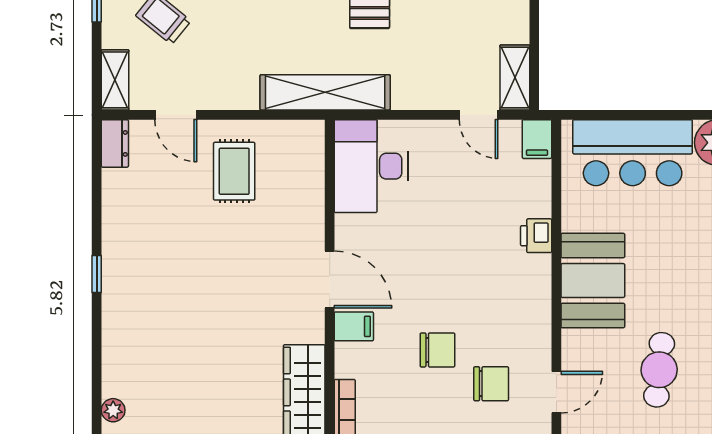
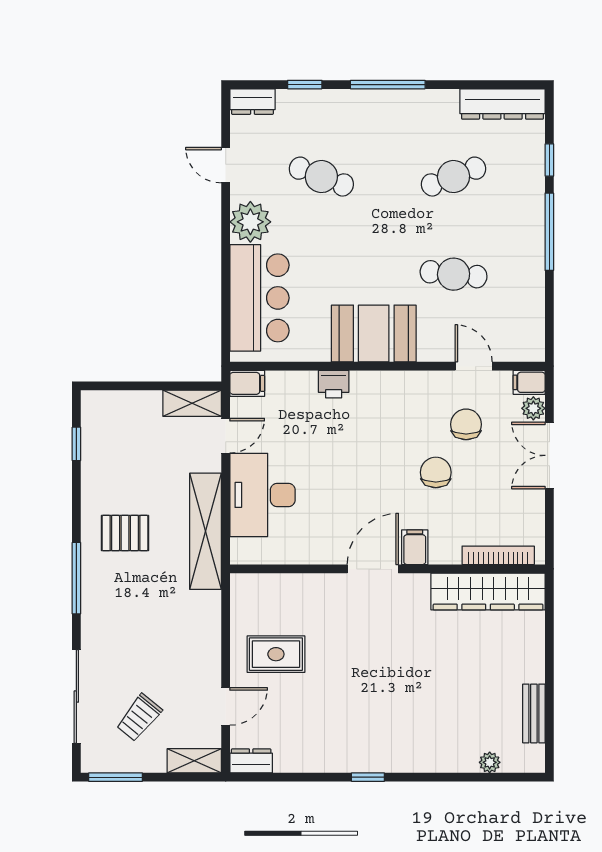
shelving: (325, 92) -> (205, 531), moved
desk: (371, 166) -> (263, 495), moved, turned 90

